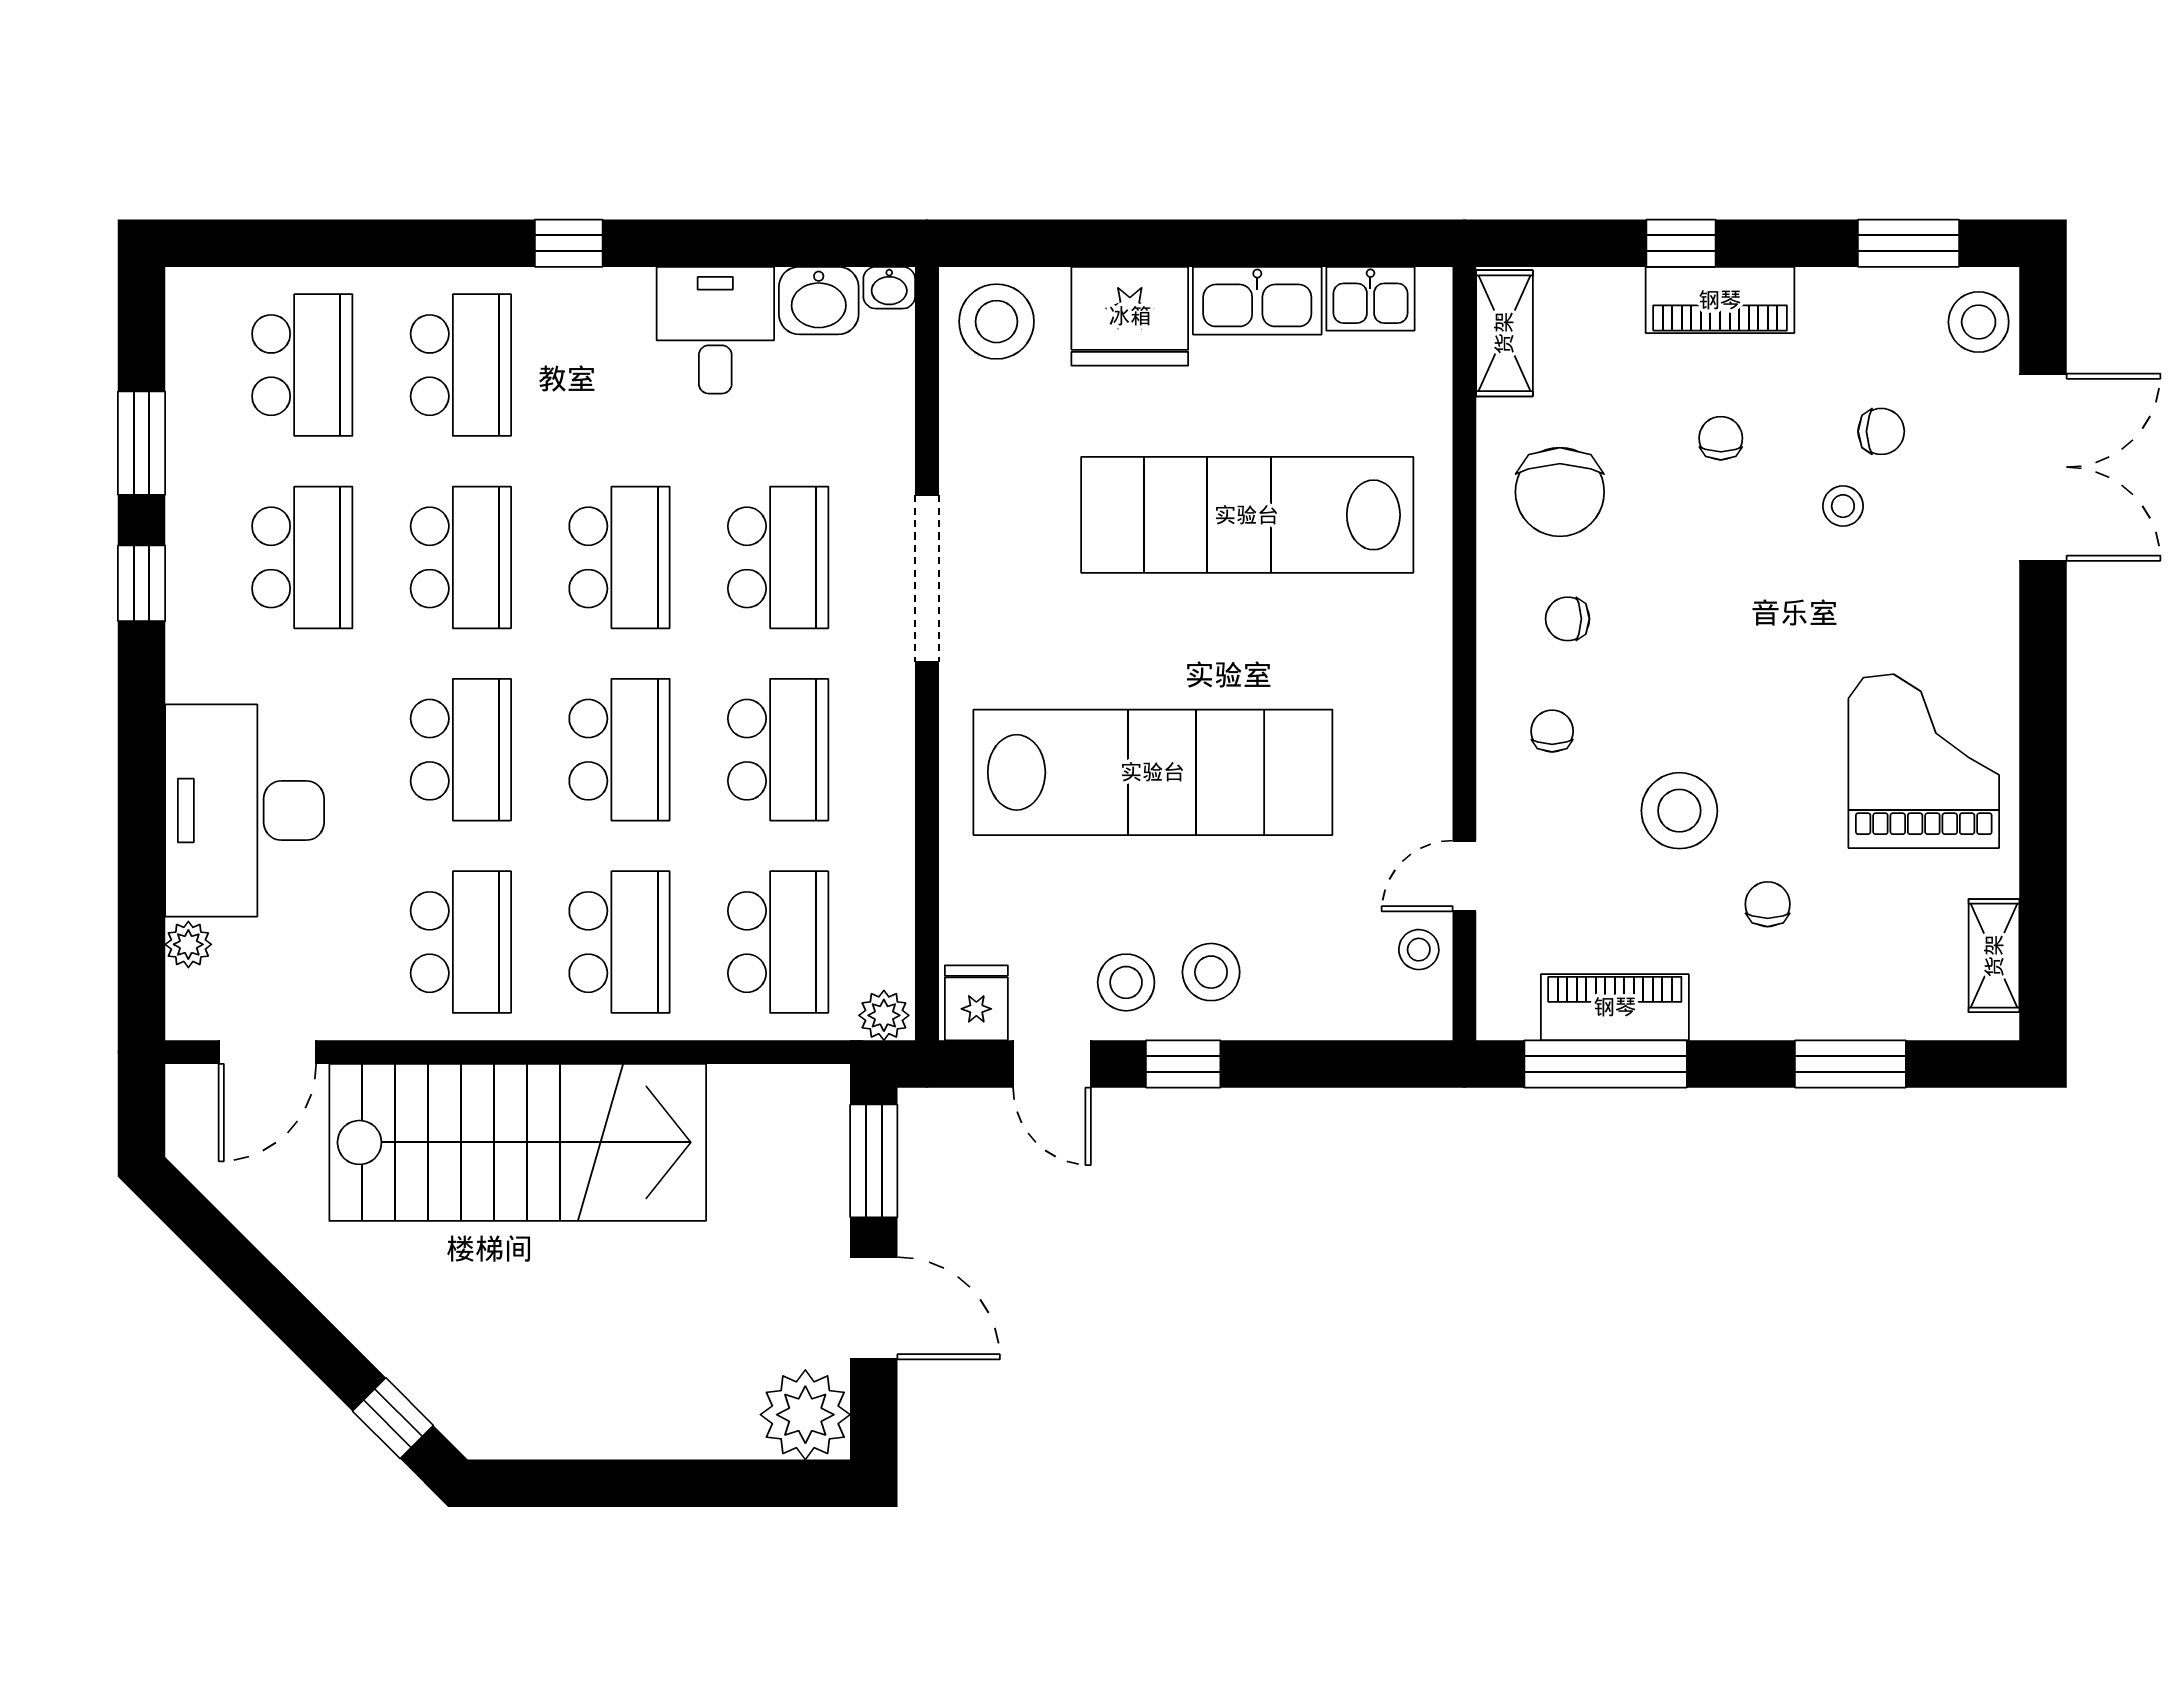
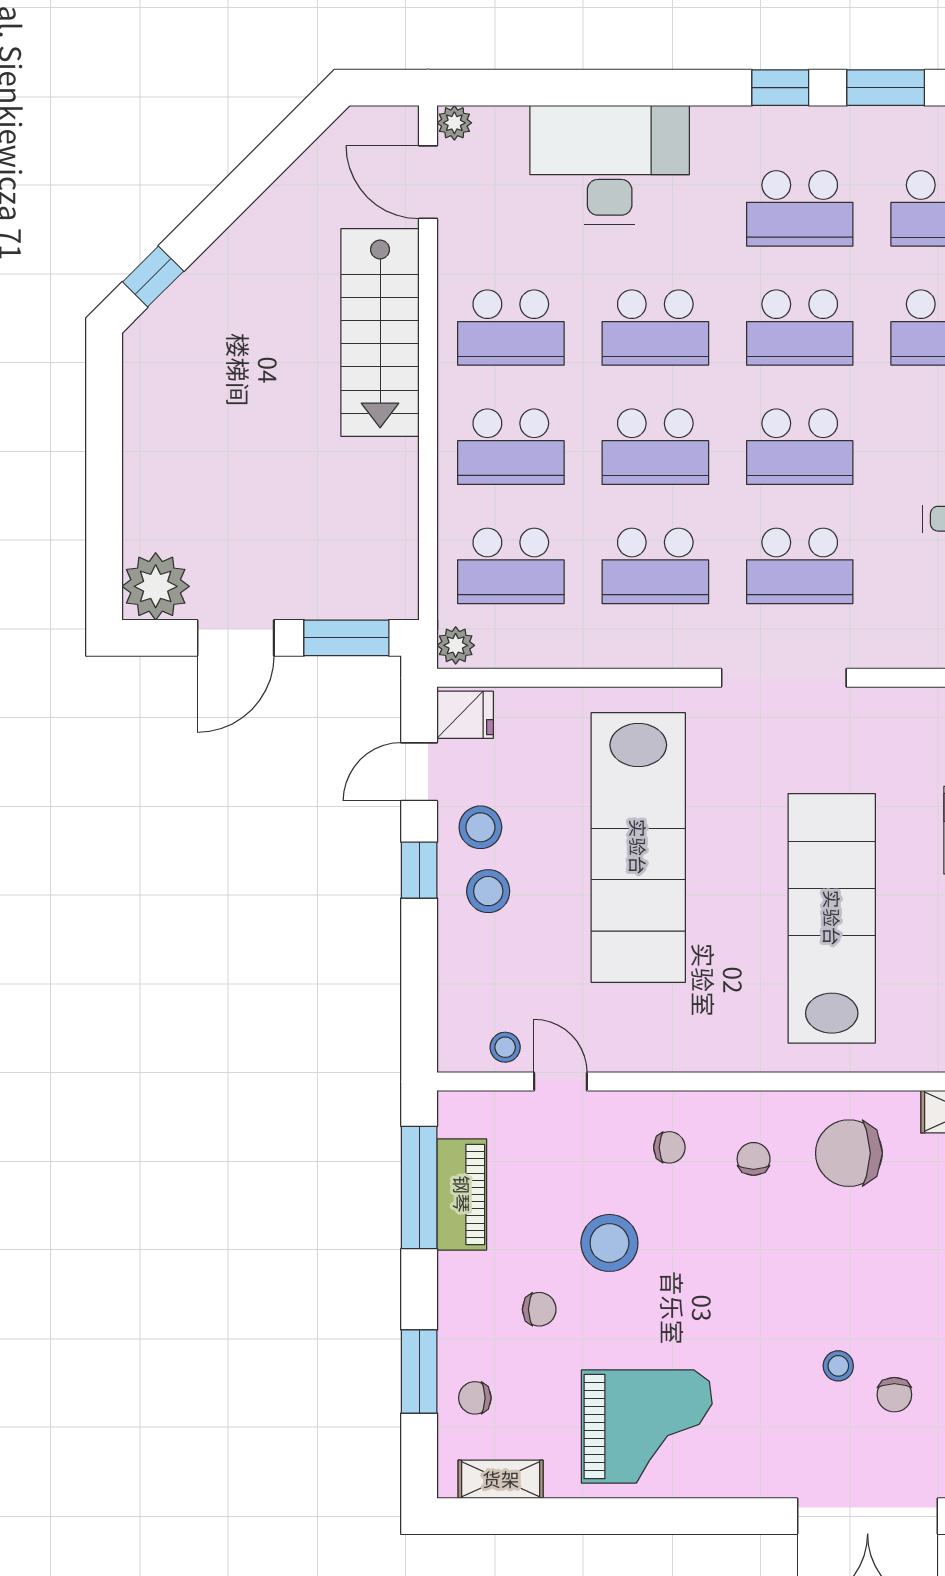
chair: (1721, 438) -> (475, 1398), moved, turned 180
plant: (188, 944) -> (454, 123), moved
stairs: (518, 1142) -> (380, 333), width x0.73, depth x0.66

